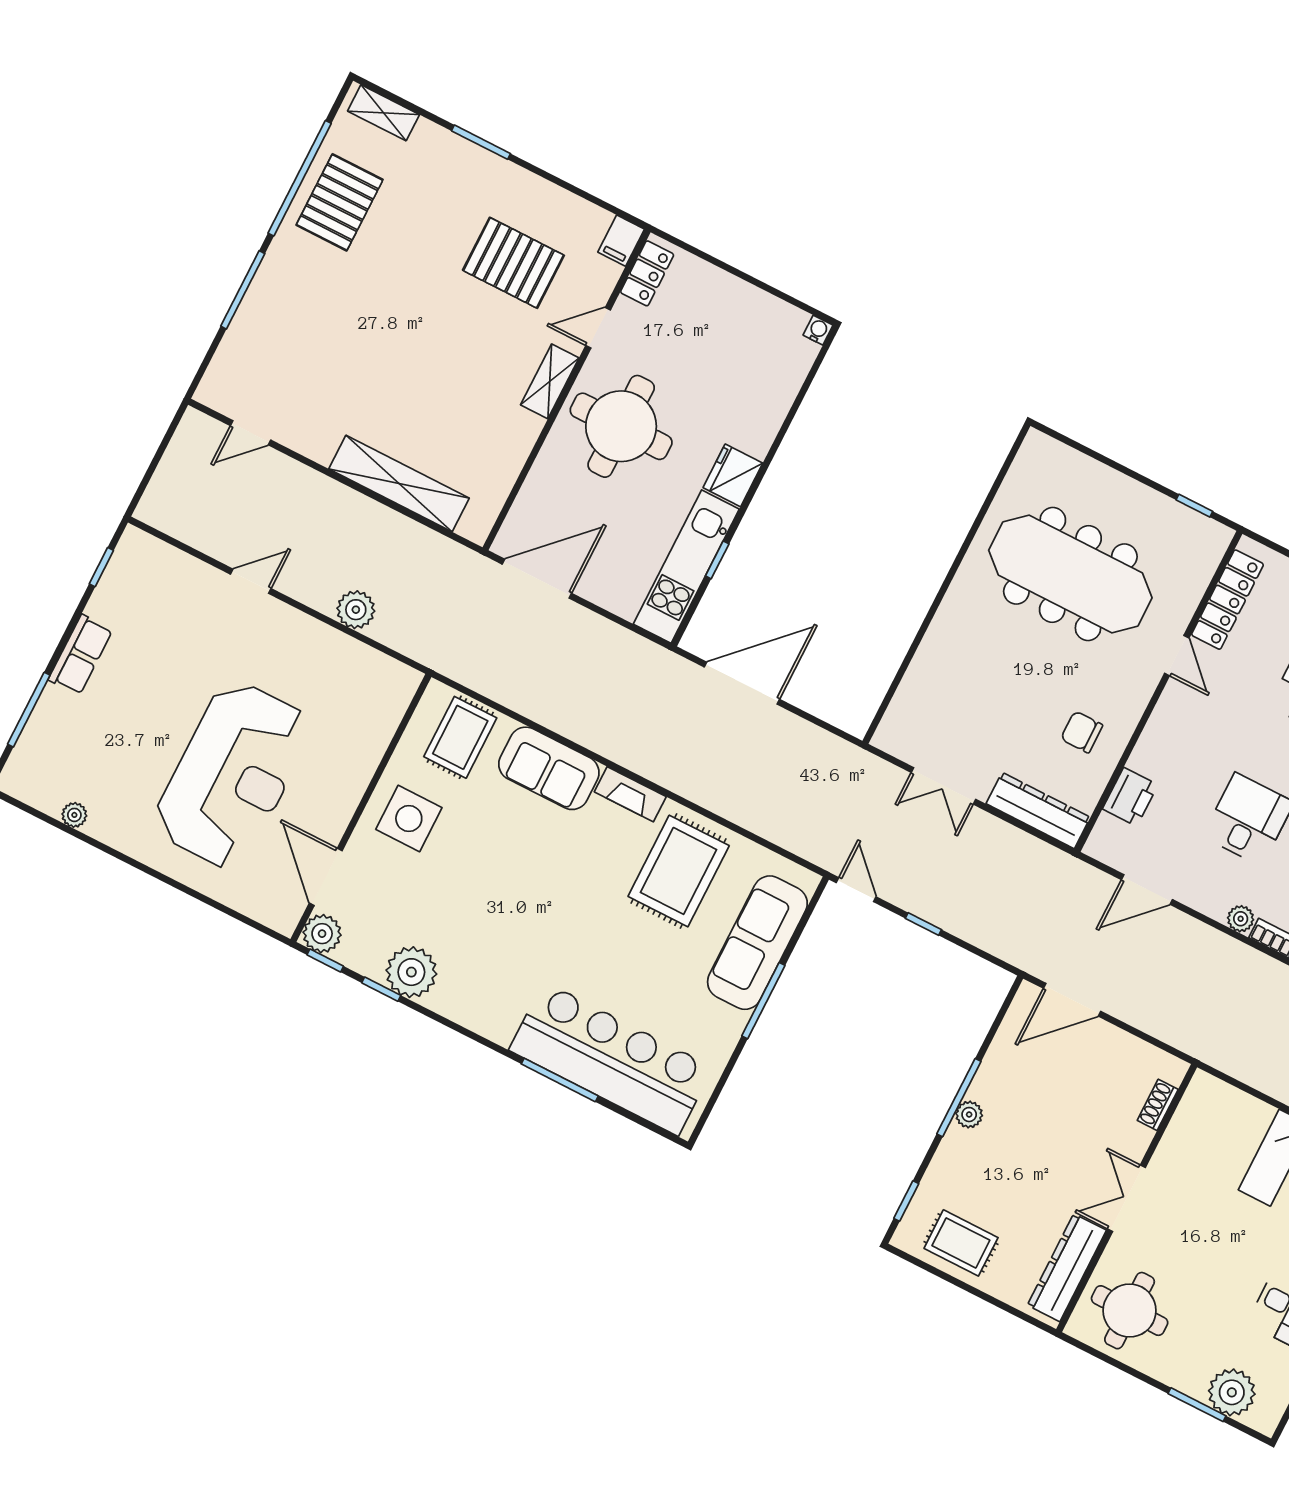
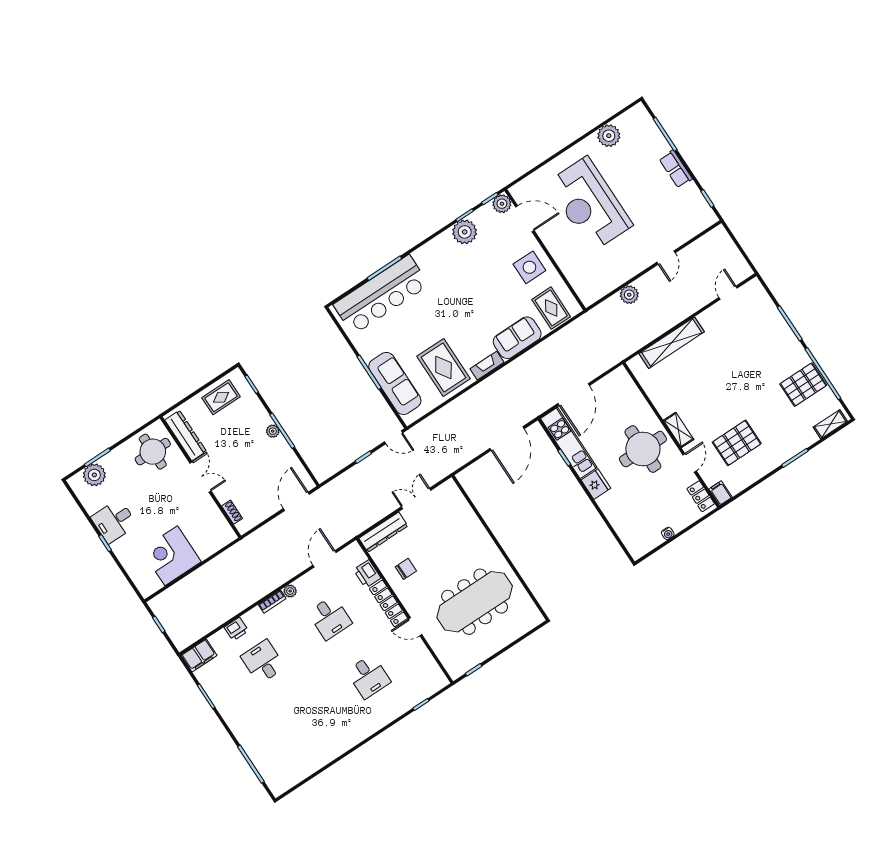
pallet: (340, 202) -> (803, 385), turned 90
water cooler: (818, 330) -> (668, 533), moved
door: (537, 579) -> (574, 395), moved
locker: (1227, 600) -> (388, 603), moved
plant: (74, 815) -> (609, 136), width x1.87, depth x1.87

